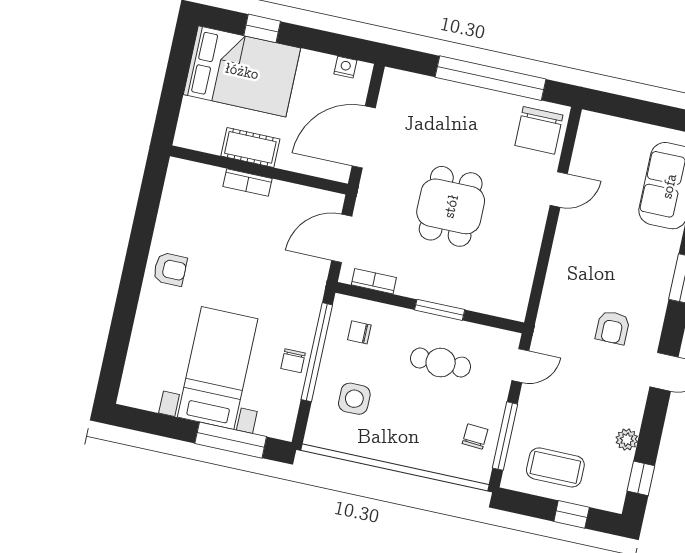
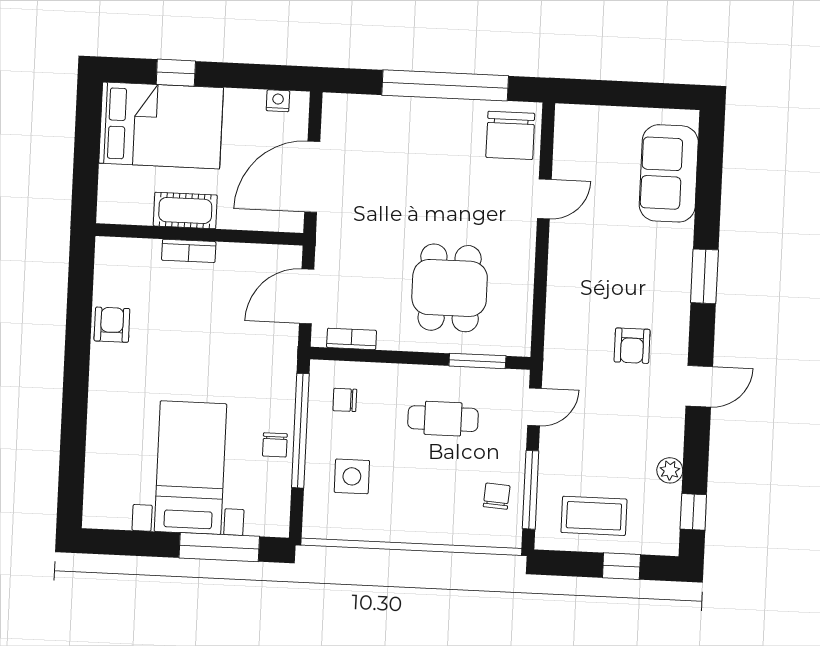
dining table: (451, 206) -> (450, 288), moved
armchair: (170, 269) -> (112, 325), moved, turned -90
window: (440, 310) -> (477, 361), moved

